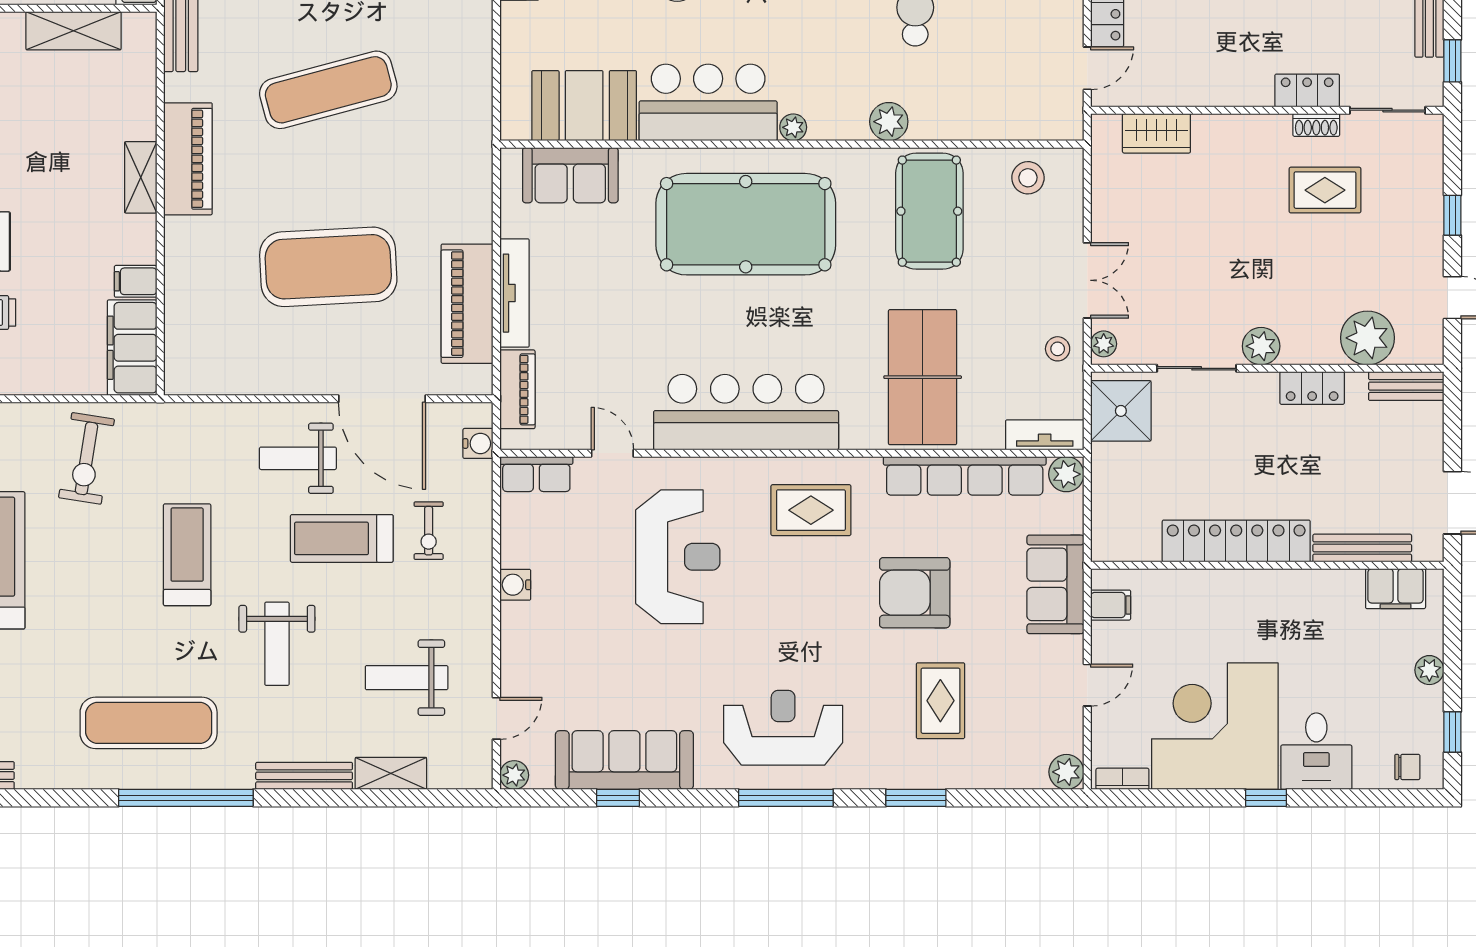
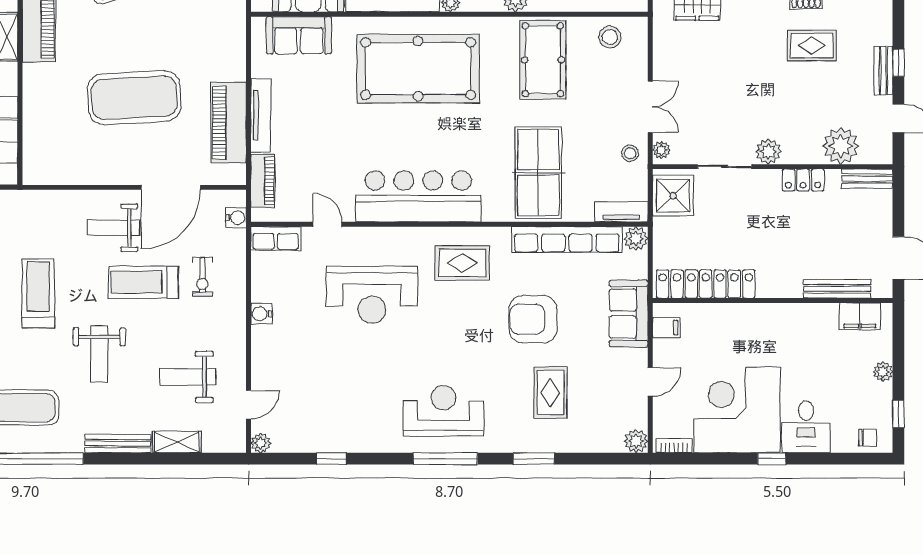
bench: (1430, 227) -> (883, 70), added
door: (382, 399) -> (171, 187), hinge flipped
locker: (1236, 541) -> (706, 284), moved
reception desk: (678, 557) -> (372, 295), turned 90
sofa: (624, 760) -> (336, 433), removed

